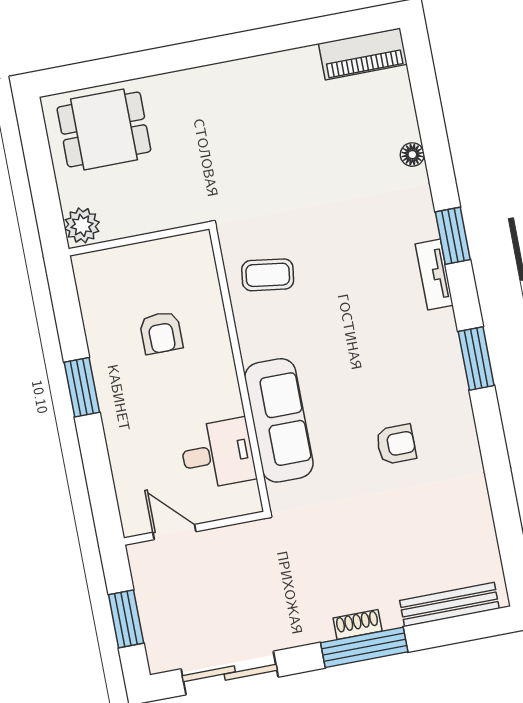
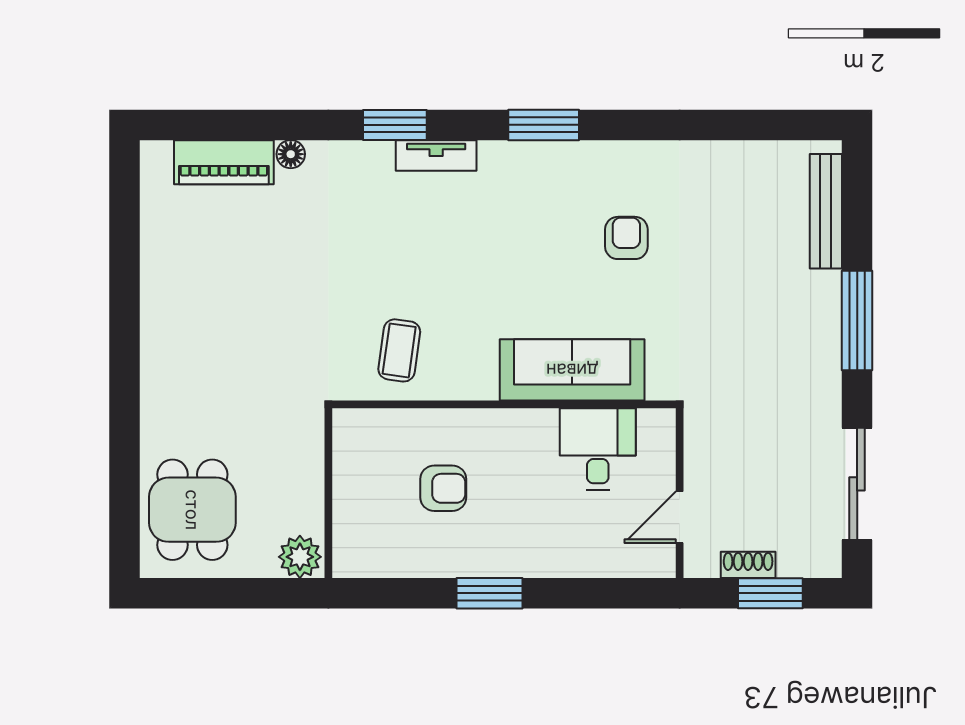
piano: (363, 54) -> (224, 162), moved, turned 90
shoe rack: (358, 624) -> (748, 565), moved, turned 90

